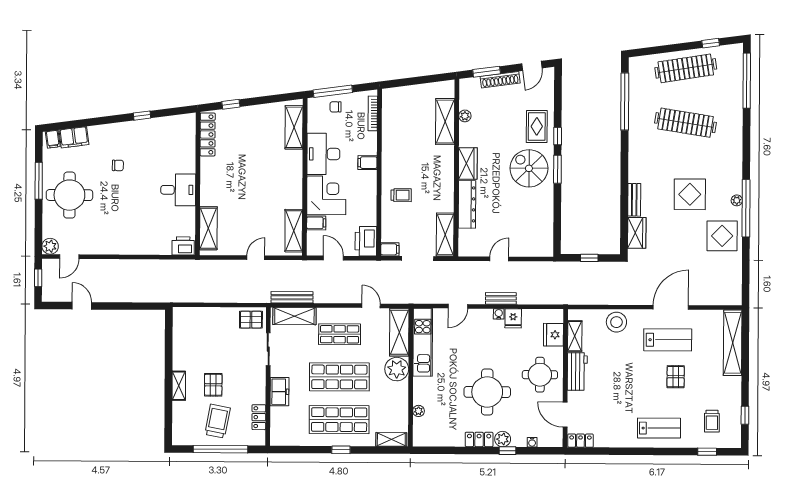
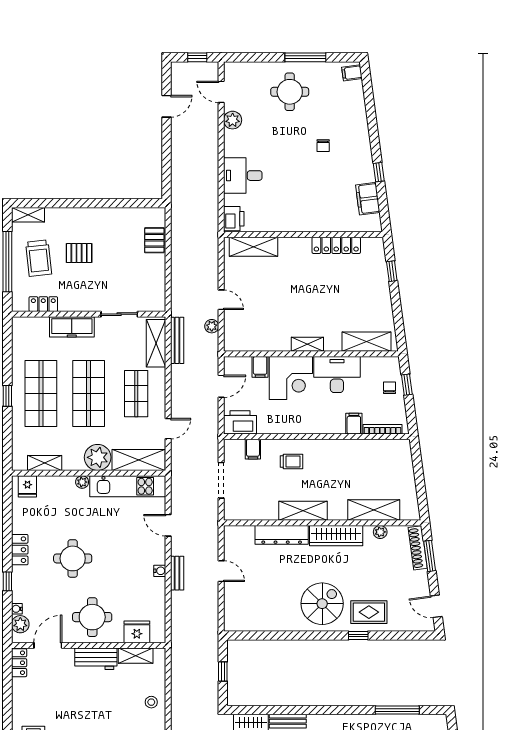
shoe rack: (500, 80) -> (418, 548), moved
window: (333, 91) -> (407, 385), width x0.46
window: (625, 101) -> (397, 710), width x0.68
locker: (208, 134) -> (336, 245), moved
filing cabinet: (74, 137) -> (368, 199), moved
filing cabinet: (367, 163) -> (354, 424), moved
wardrobe: (468, 163) -> (336, 536), width x1.50
window: (557, 169) -> (321, 635), removed
desk: (178, 190) -> (243, 176), moved, turned 90
round table: (69, 195) -> (290, 92), width x0.73, depth x0.73
trolley: (401, 195) -> (291, 461), turned -90
shelving: (294, 231) -> (307, 344), moved, width x0.67, depth x0.75
shelving: (445, 235) -> (303, 511), moved
plant: (50, 246) -> (233, 120), moved
filing cabinet: (390, 249) -> (253, 449), moved
plant: (279, 266) -> (212, 326), added
fridge: (513, 318) -> (27, 486), moved, turned -90
pallet: (251, 320) -> (154, 240), moved
stool: (616, 322) -> (151, 702), width x0.53, depth x0.53
shelving: (179, 386) -> (28, 215), moved
freezer: (279, 392) -> (72, 327), width x1.40
round table: (487, 392) -> (73, 558), width x0.73, depth x0.73
plant: (419, 411) -> (82, 482), moved
trolley: (218, 421) -> (39, 258), turned 73
shelving: (391, 439) -> (45, 463), moved, turned 90
plant: (503, 439) -> (20, 624), moved

